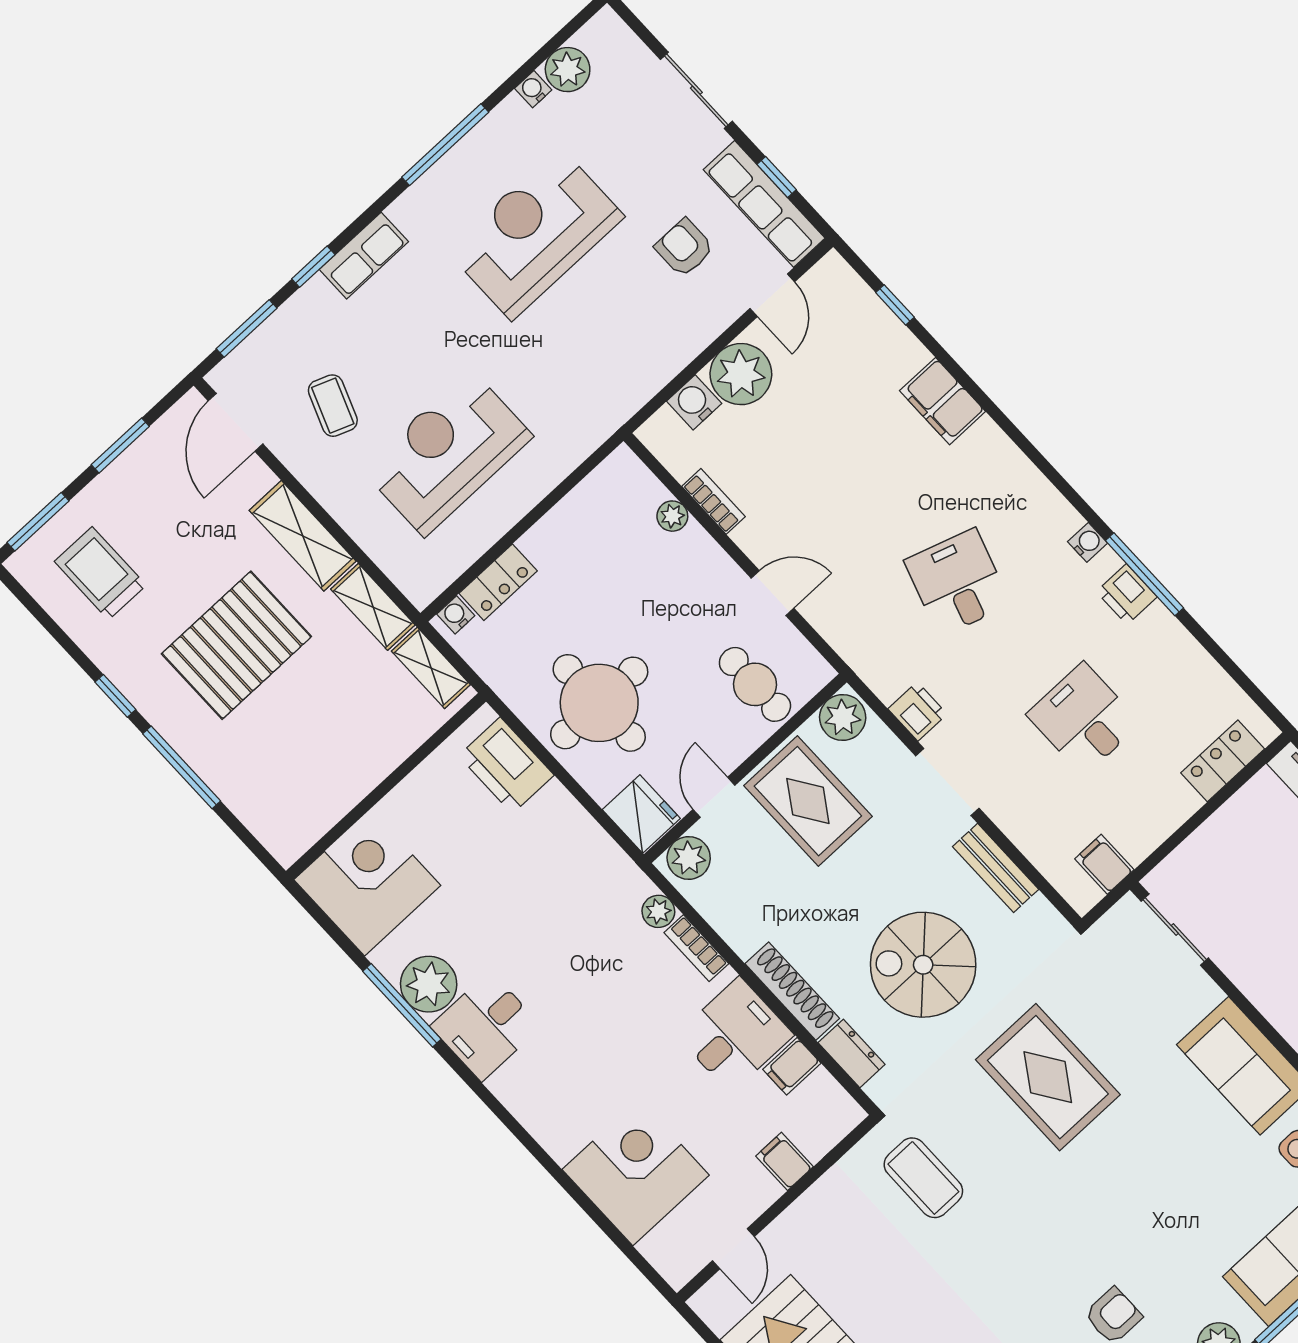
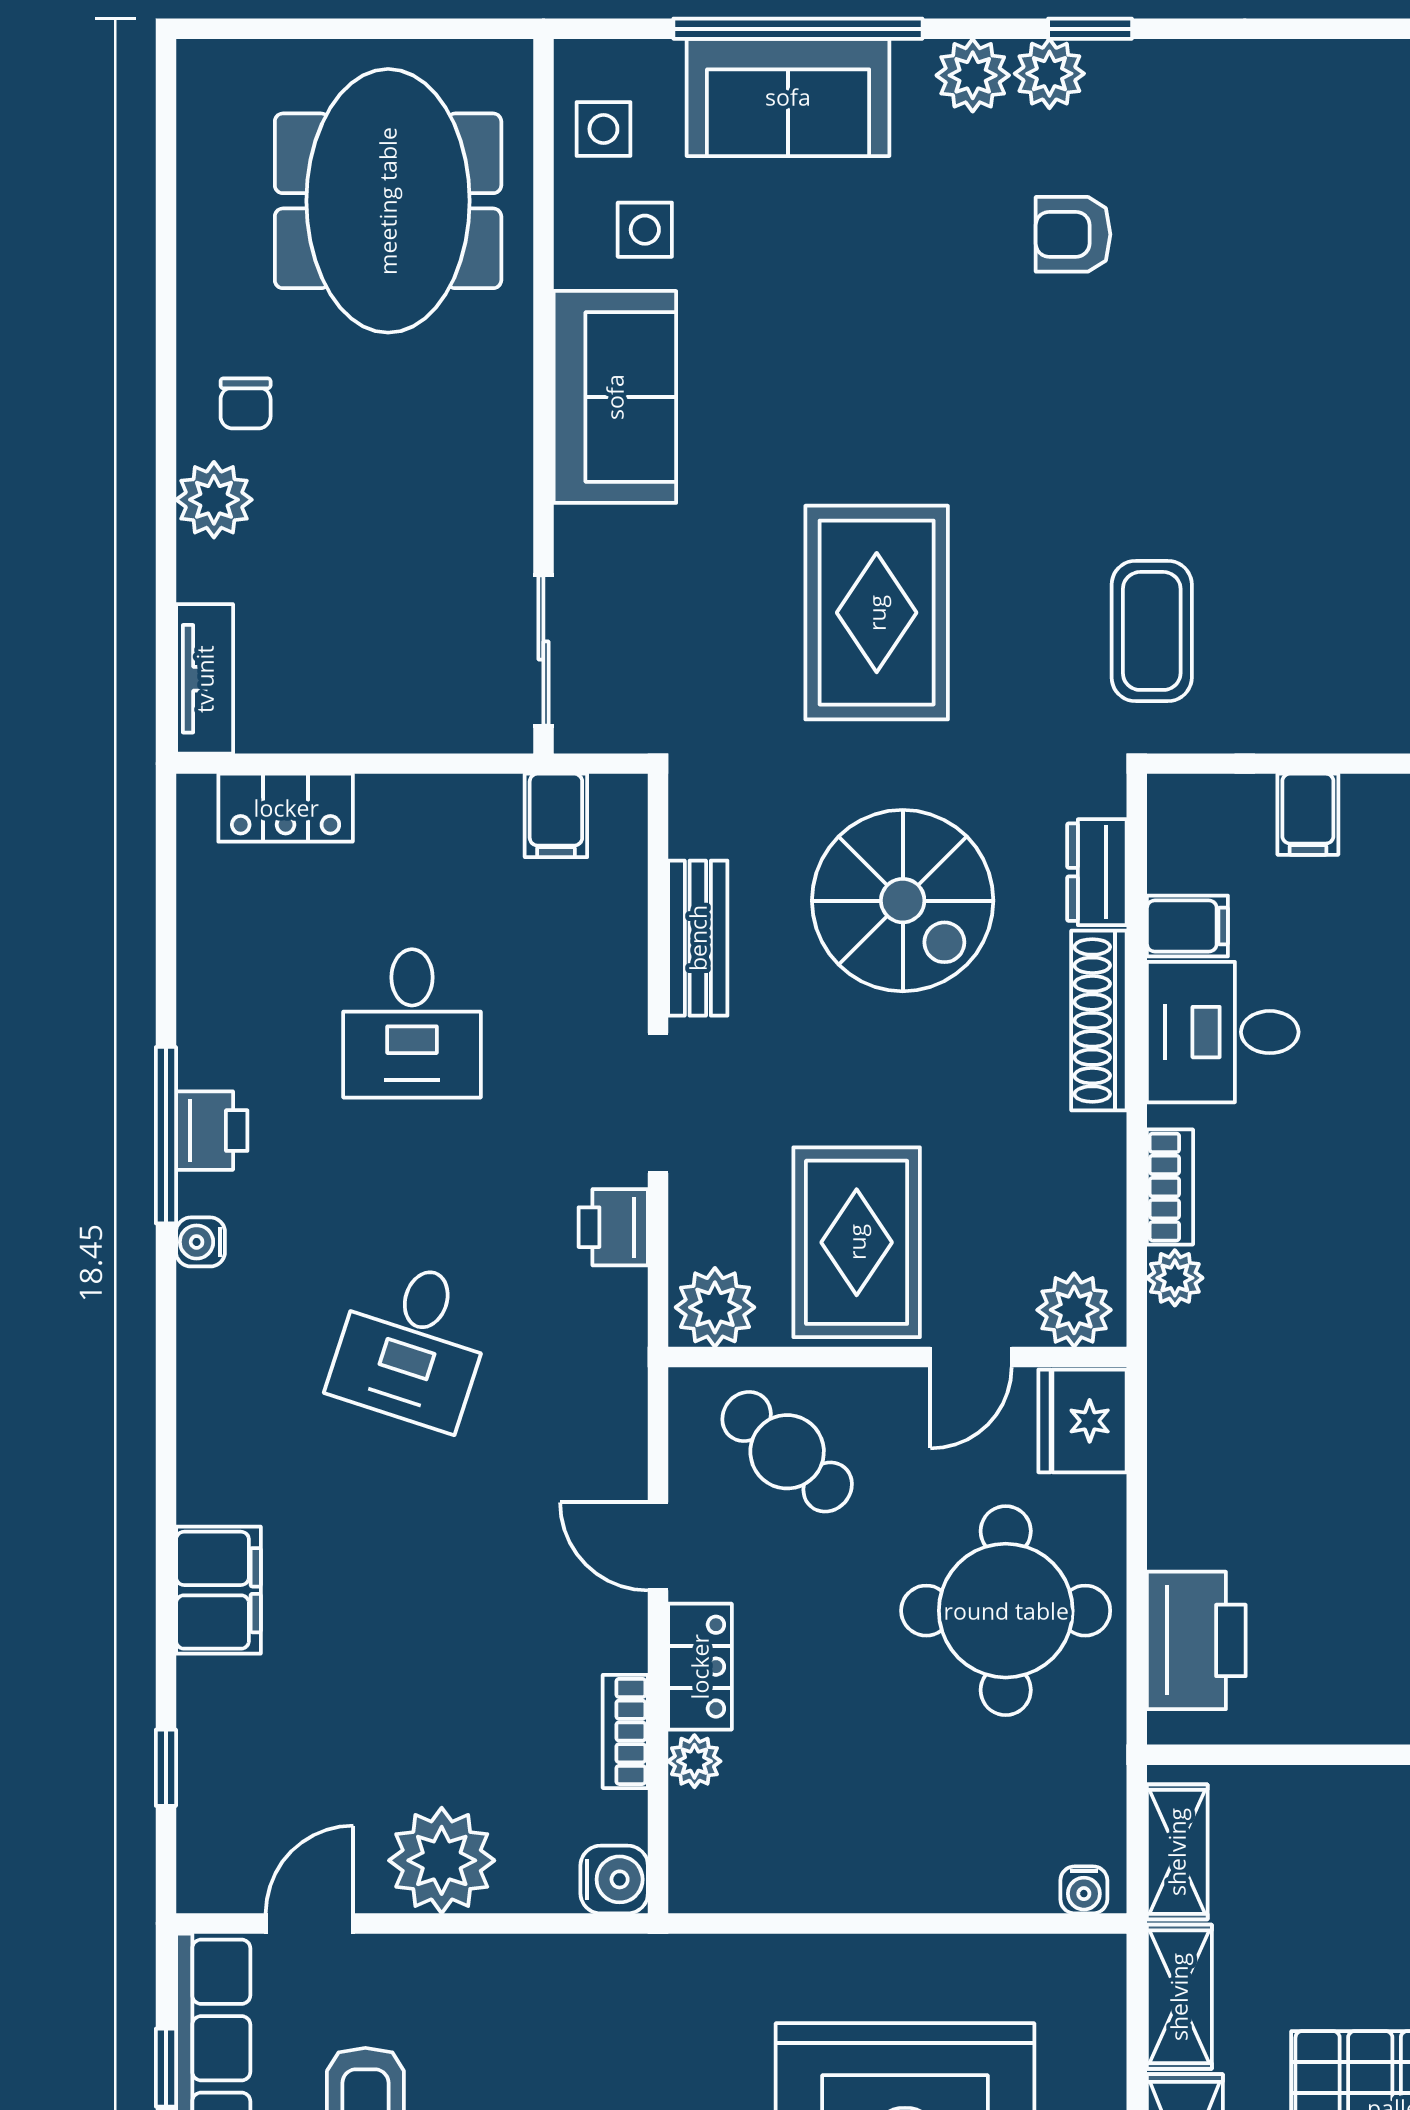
water cooler: (694, 402) -> (614, 1879), moved, turned -90
locker: (498, 582) -> (700, 1667), moved, turned 90
cafe table: (755, 684) -> (787, 1452), turned -49

